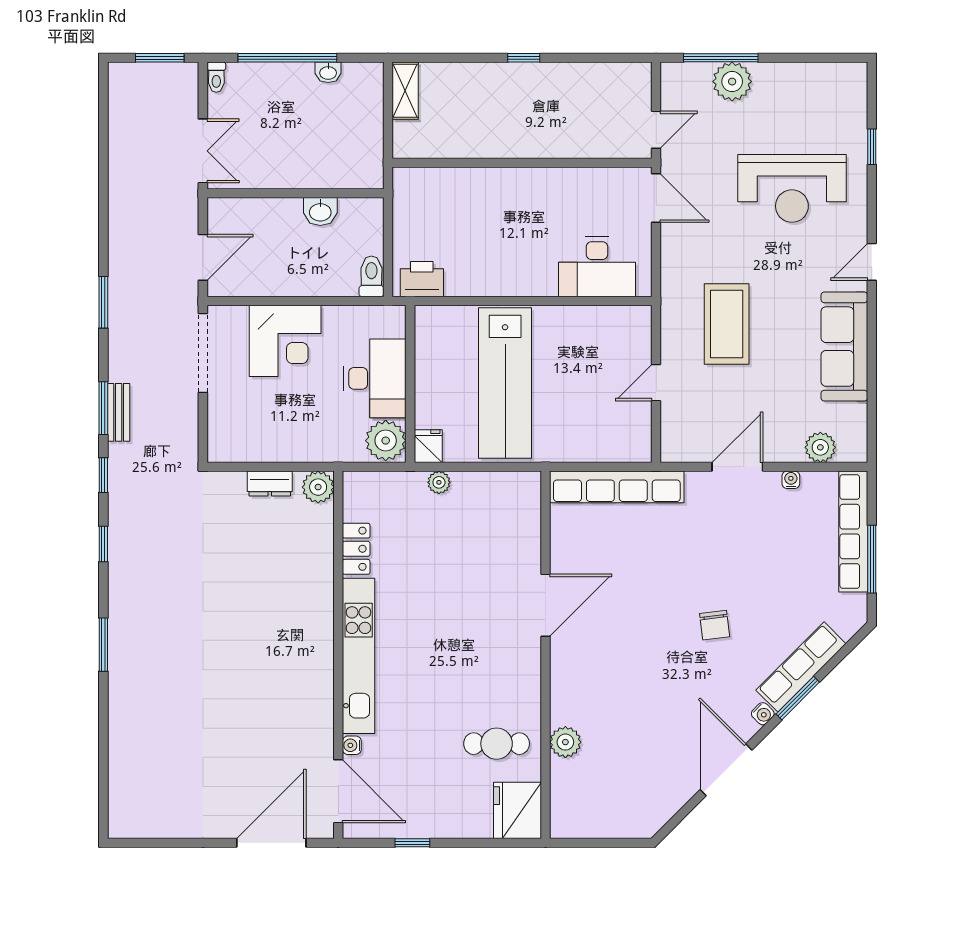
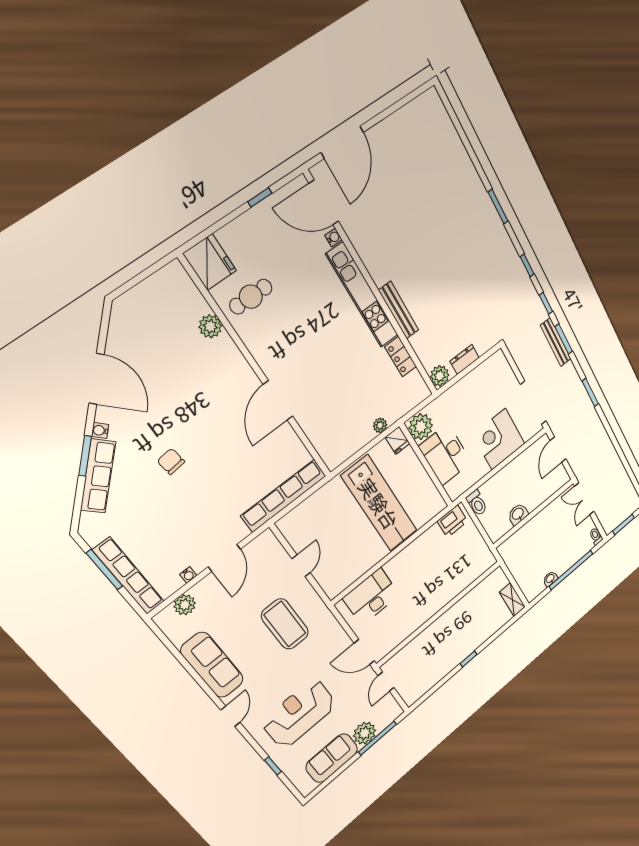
sofa: (796, 86) -> (332, 758), added
lab bench: (505, 383) -> (379, 503), turned 180
bench: (119, 412) -> (556, 342), width x1.36
bench: (322, 607) -> (399, 310), added

